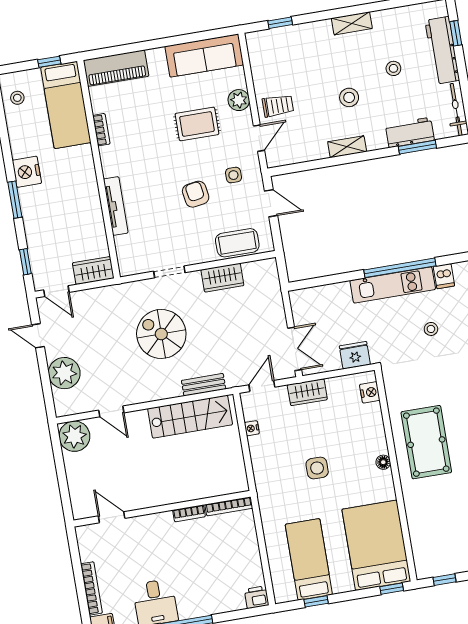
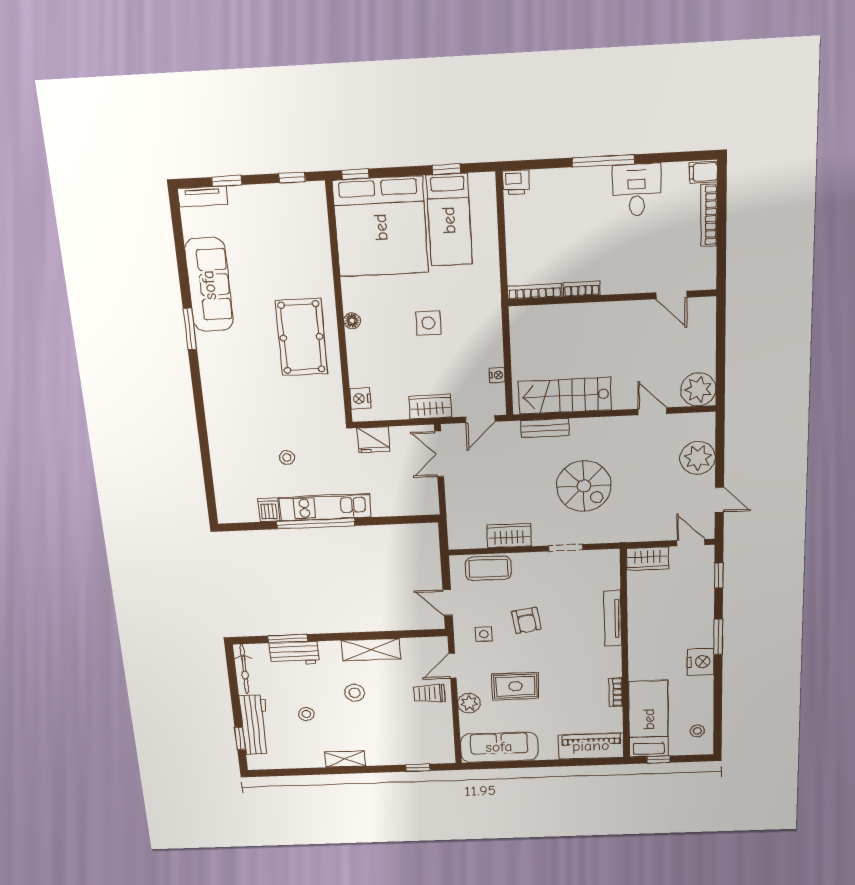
shelving: (347, 147) -> (371, 650), width x1.50, depth x1.33
bed: (376, 545) -> (381, 227), width x1.36

